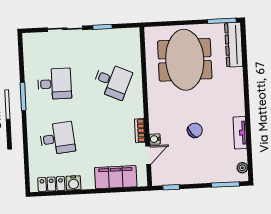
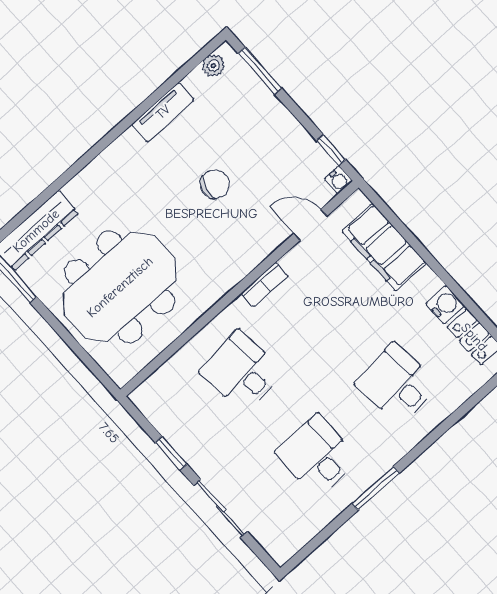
desk: (112, 81) -> (242, 371), turned -30
chair: (195, 130) -> (215, 184), turned 141
bookcase: (140, 131) -> (264, 285), moved
water cooler: (155, 139) -> (338, 180), moved

